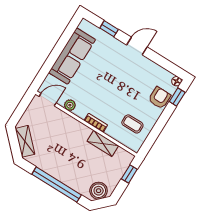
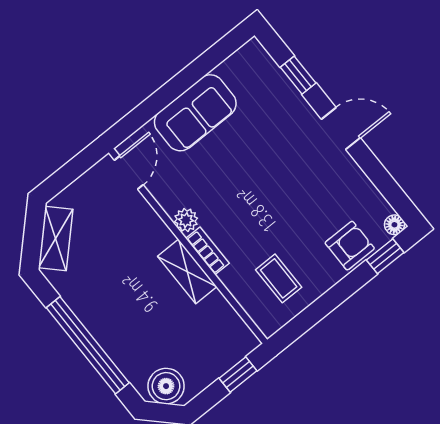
sofa: (72, 56) -> (195, 113), width x0.73
door: (48, 100) -> (129, 172), hinge flipped
plant: (70, 105) -> (186, 220), moved
shelving: (103, 143) -> (187, 272), moved

